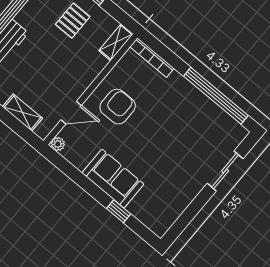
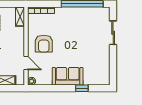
armchair: (118, 107) -> (44, 44), turned 180
door: (71, 113) -> (26, 63), hinge flipped

